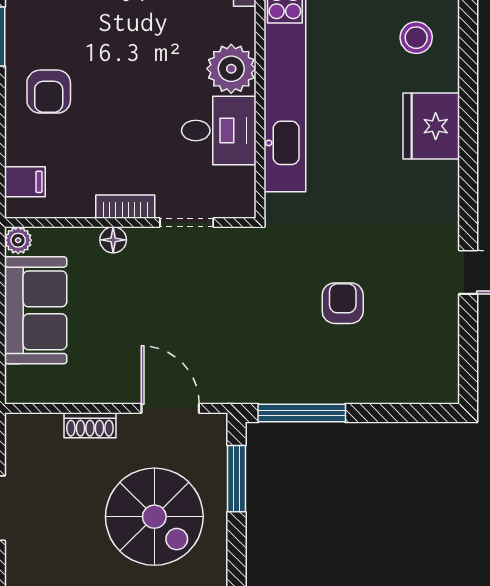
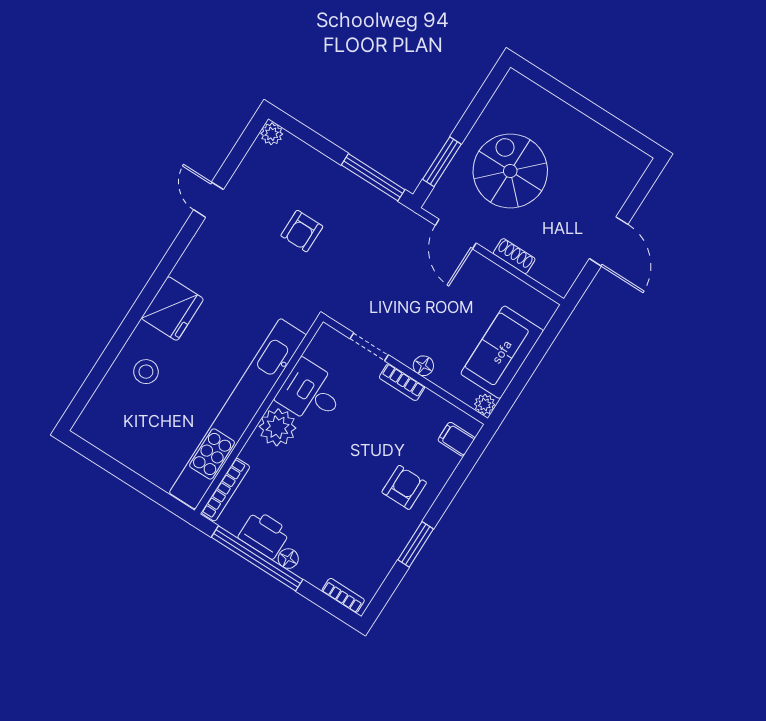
plant: (445, 390) -> (272, 134), added

